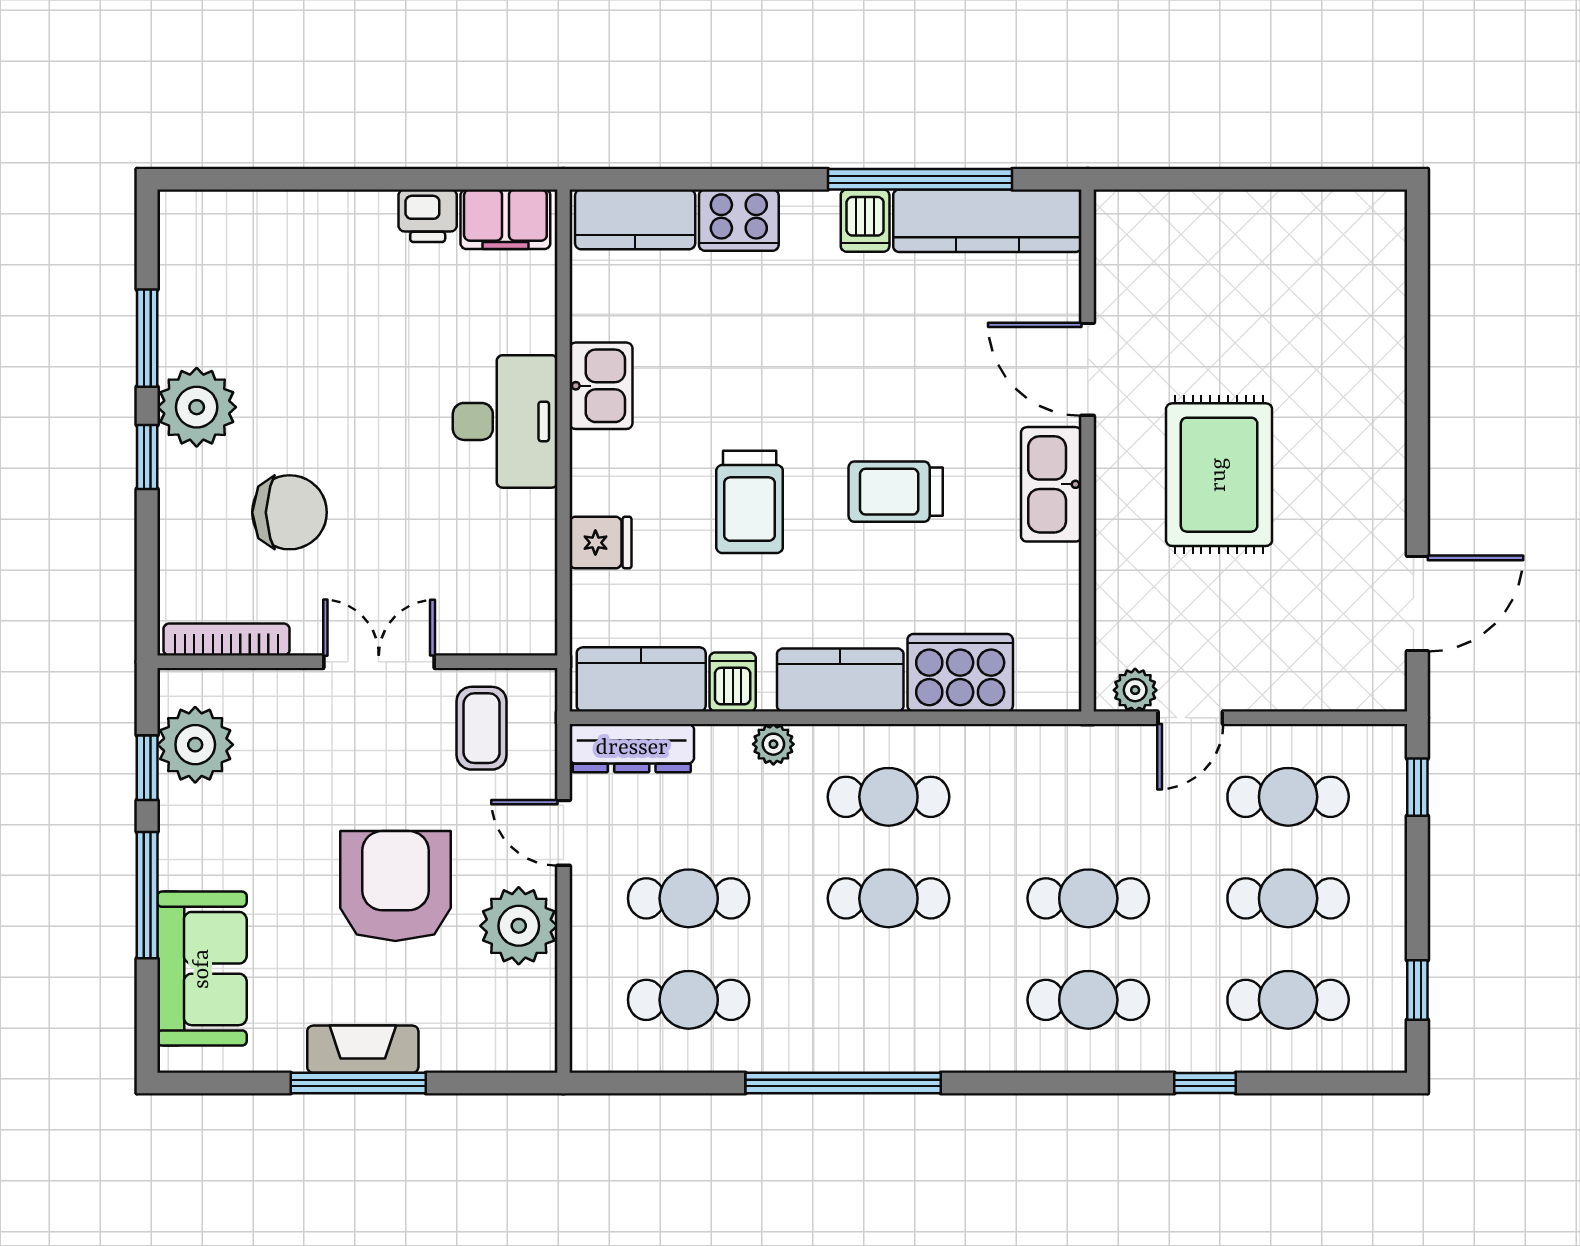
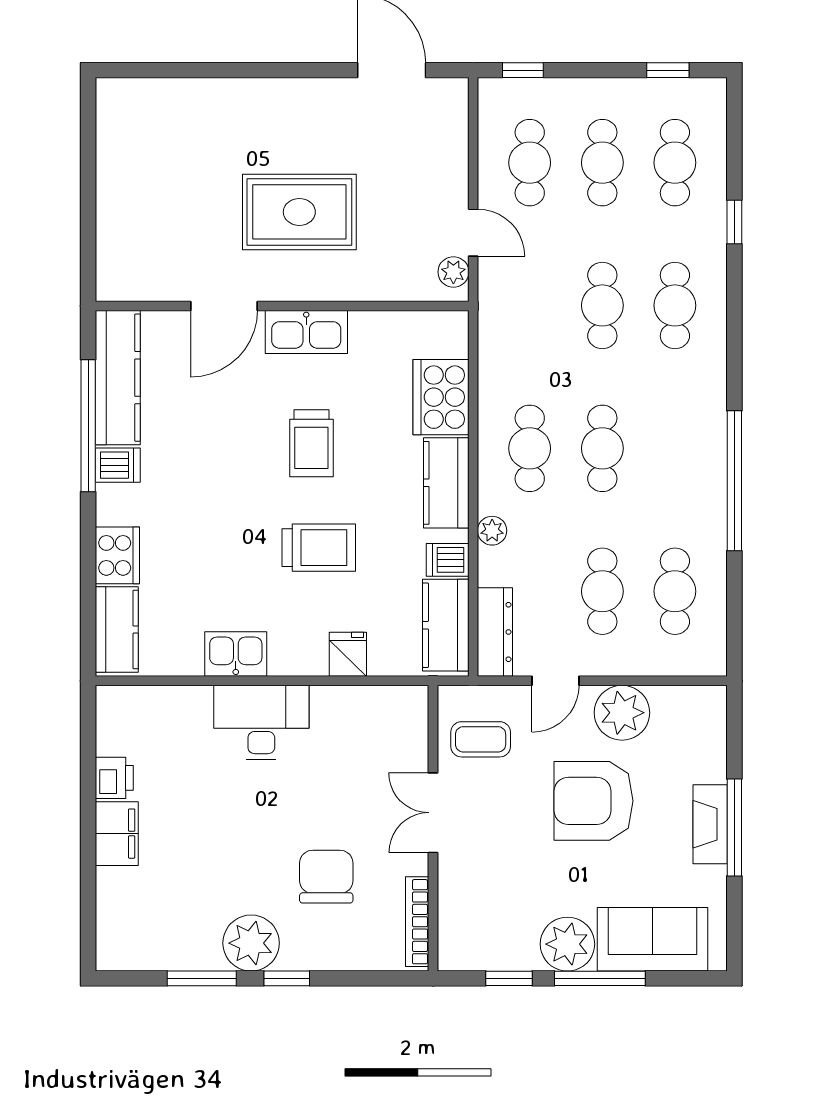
filing cabinet: (505, 219) -> (117, 834), moved
plant: (195, 745) -> (567, 944), moved

